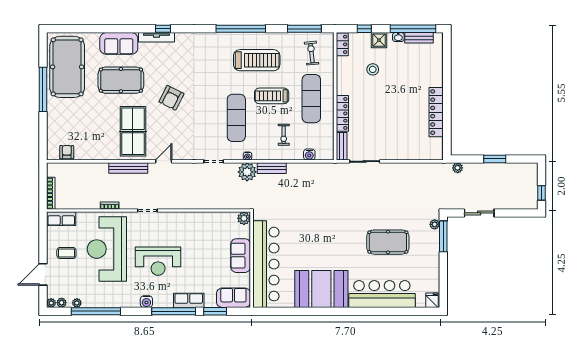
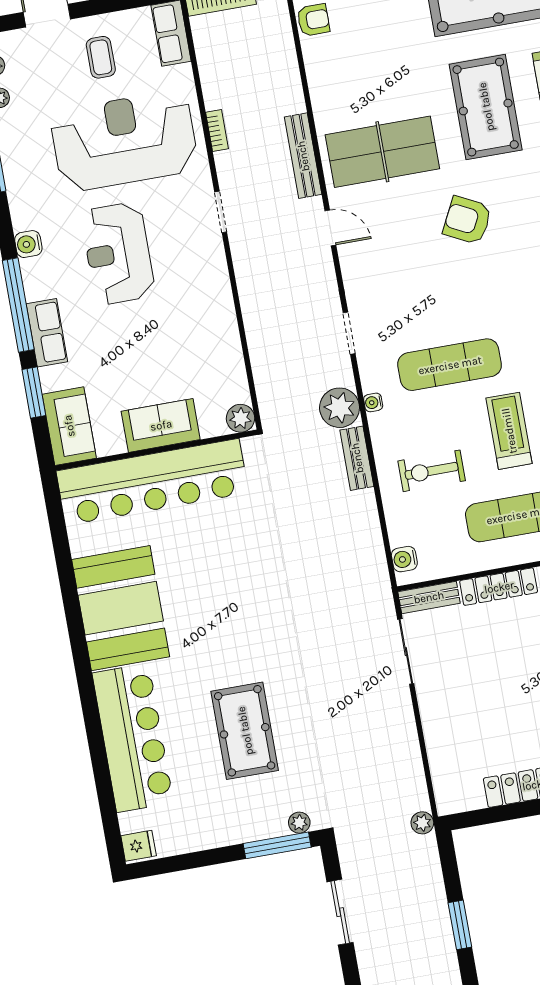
exercise bike: (284, 135) -> (432, 471), width x1.38, depth x1.39
water cooler: (309, 155) -> (404, 559), moved
plant: (458, 168) -> (422, 823), moved

